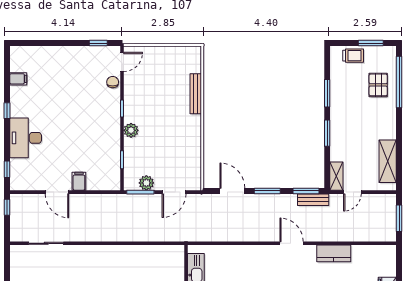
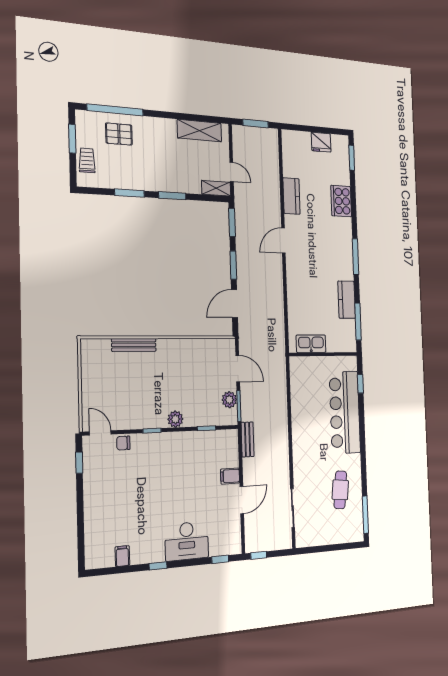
bench: (313, 200) -> (248, 439), moved

